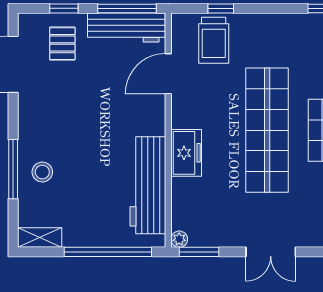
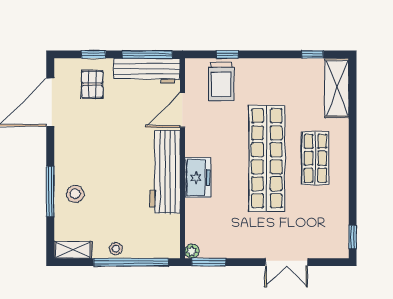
workbench: (148, 185) -> (165, 172), moved
stool: (90, 236) -> (116, 249), added
double door: (271, 252) -> (286, 262), moved

